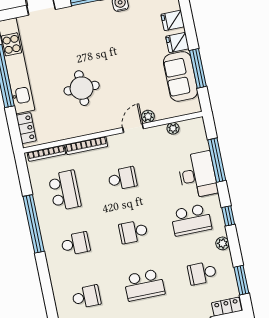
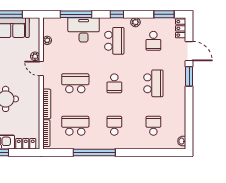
school desk: (122, 179) -> (75, 83), width x1.85

